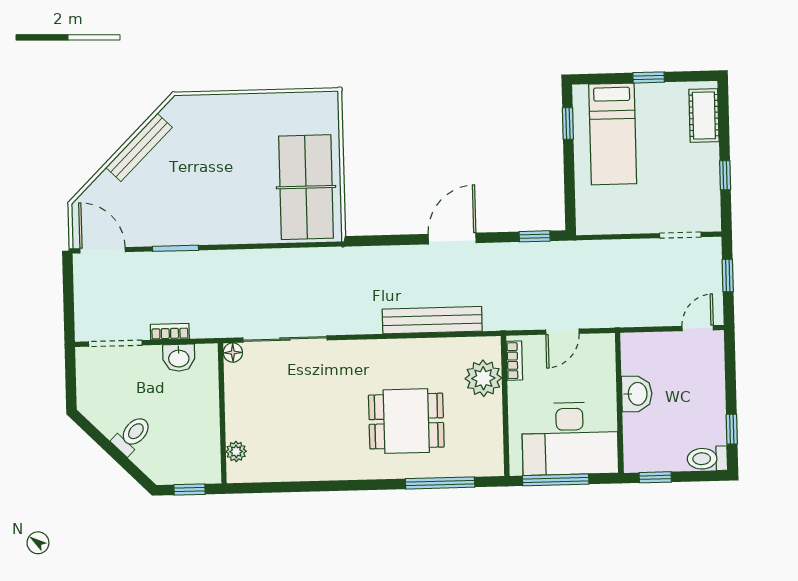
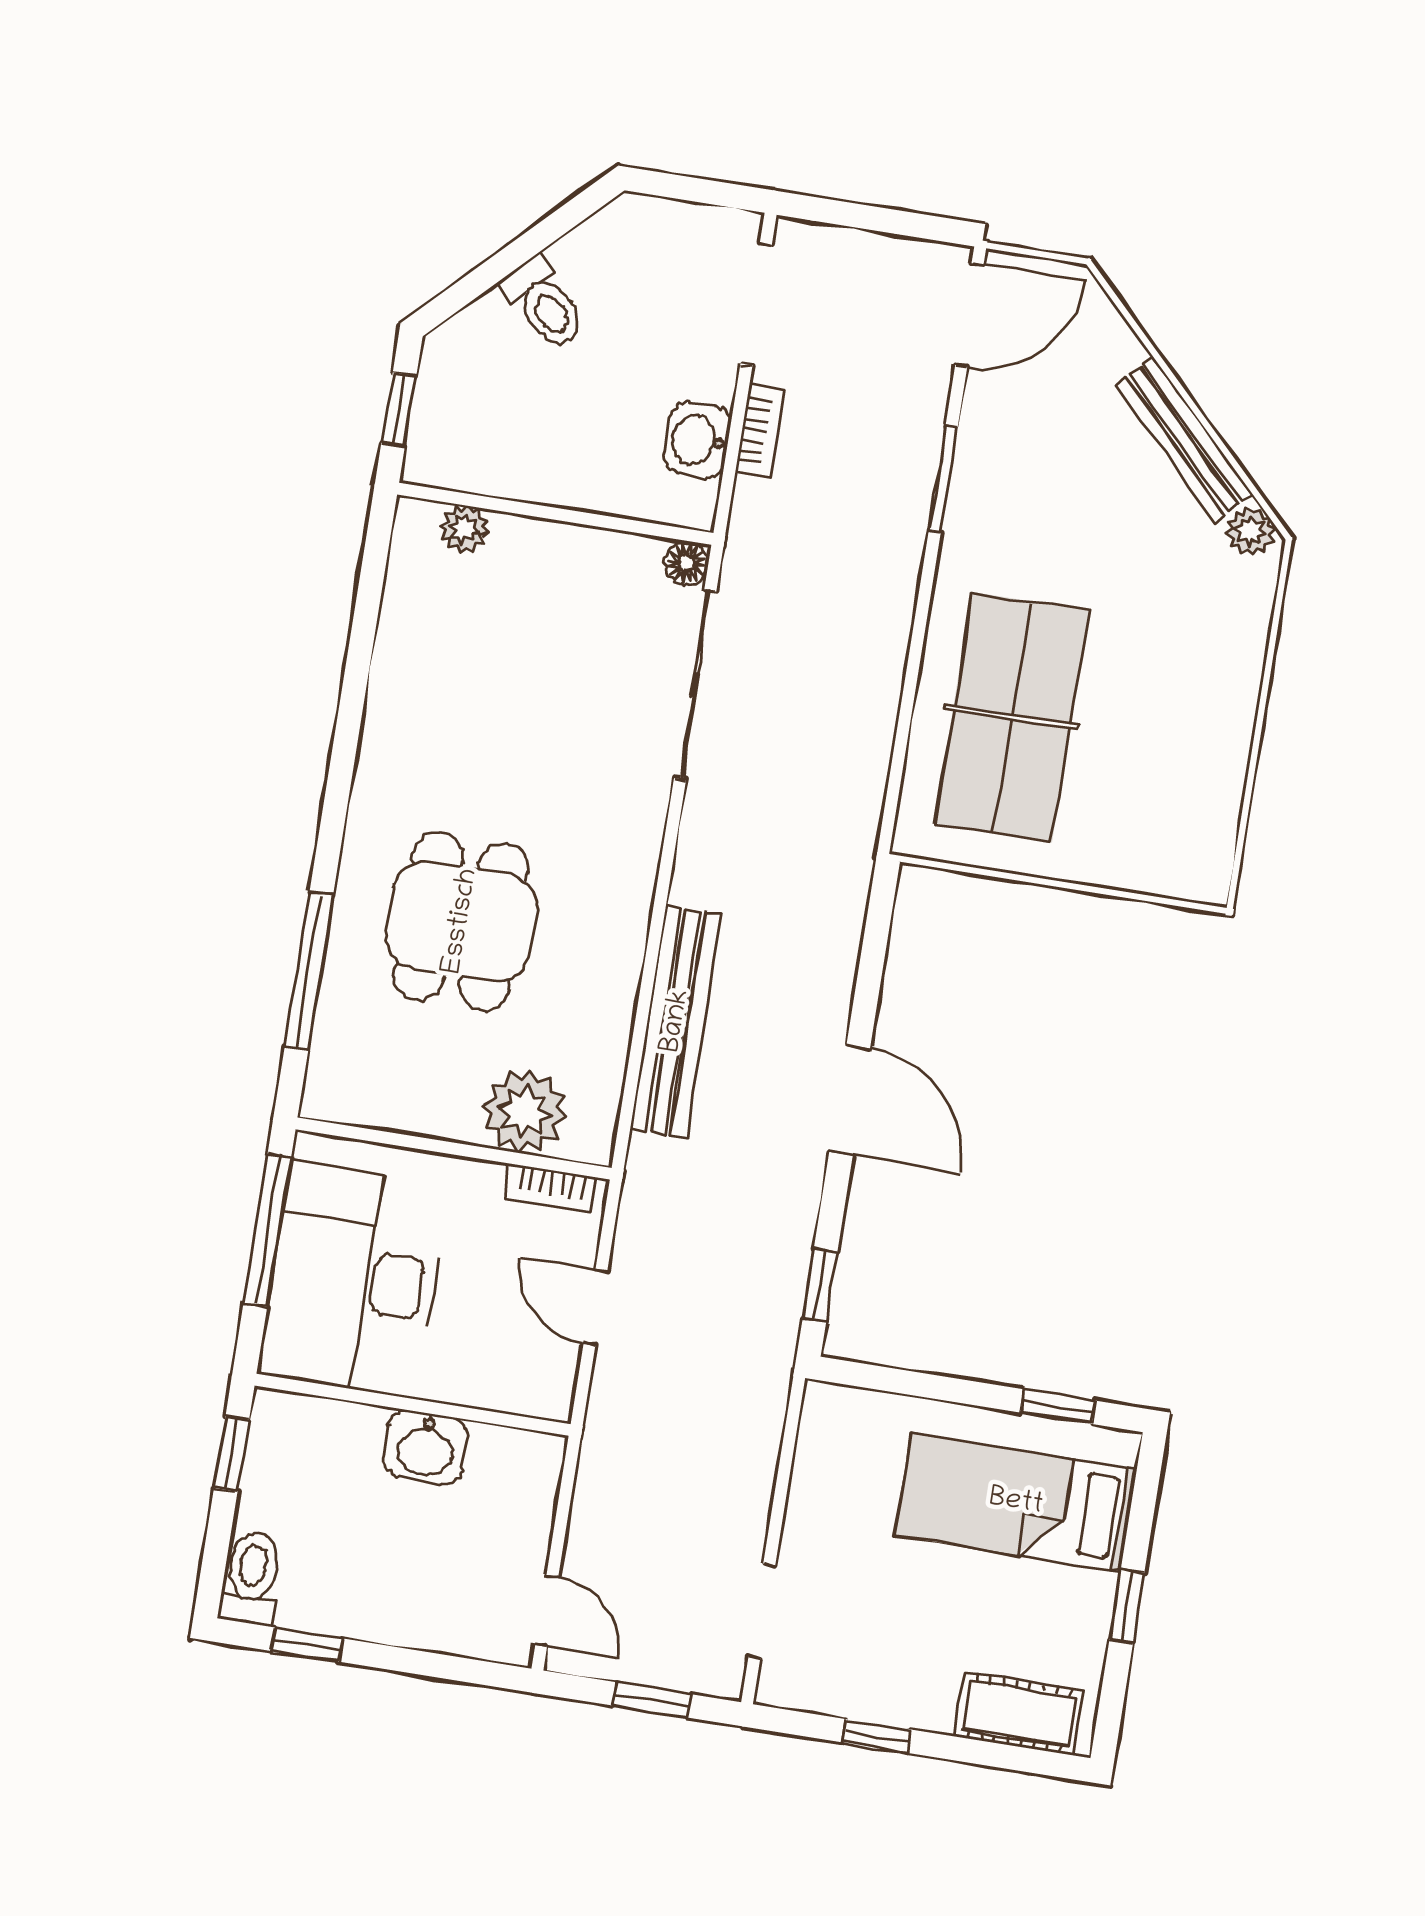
plant: (174, 111) -> (1250, 531), added
table tennis table: (306, 187) -> (1012, 717), moved, turned 90

